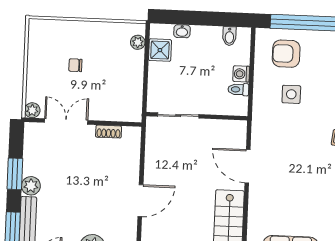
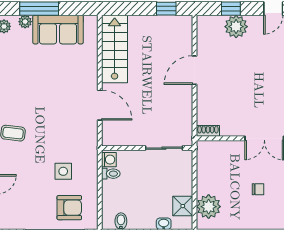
plant: (138, 42) -> (209, 207), width x1.88, depth x1.88
washing machine: (241, 74) -> (109, 160), moved
shoe rack: (109, 132) -> (208, 131), moved

